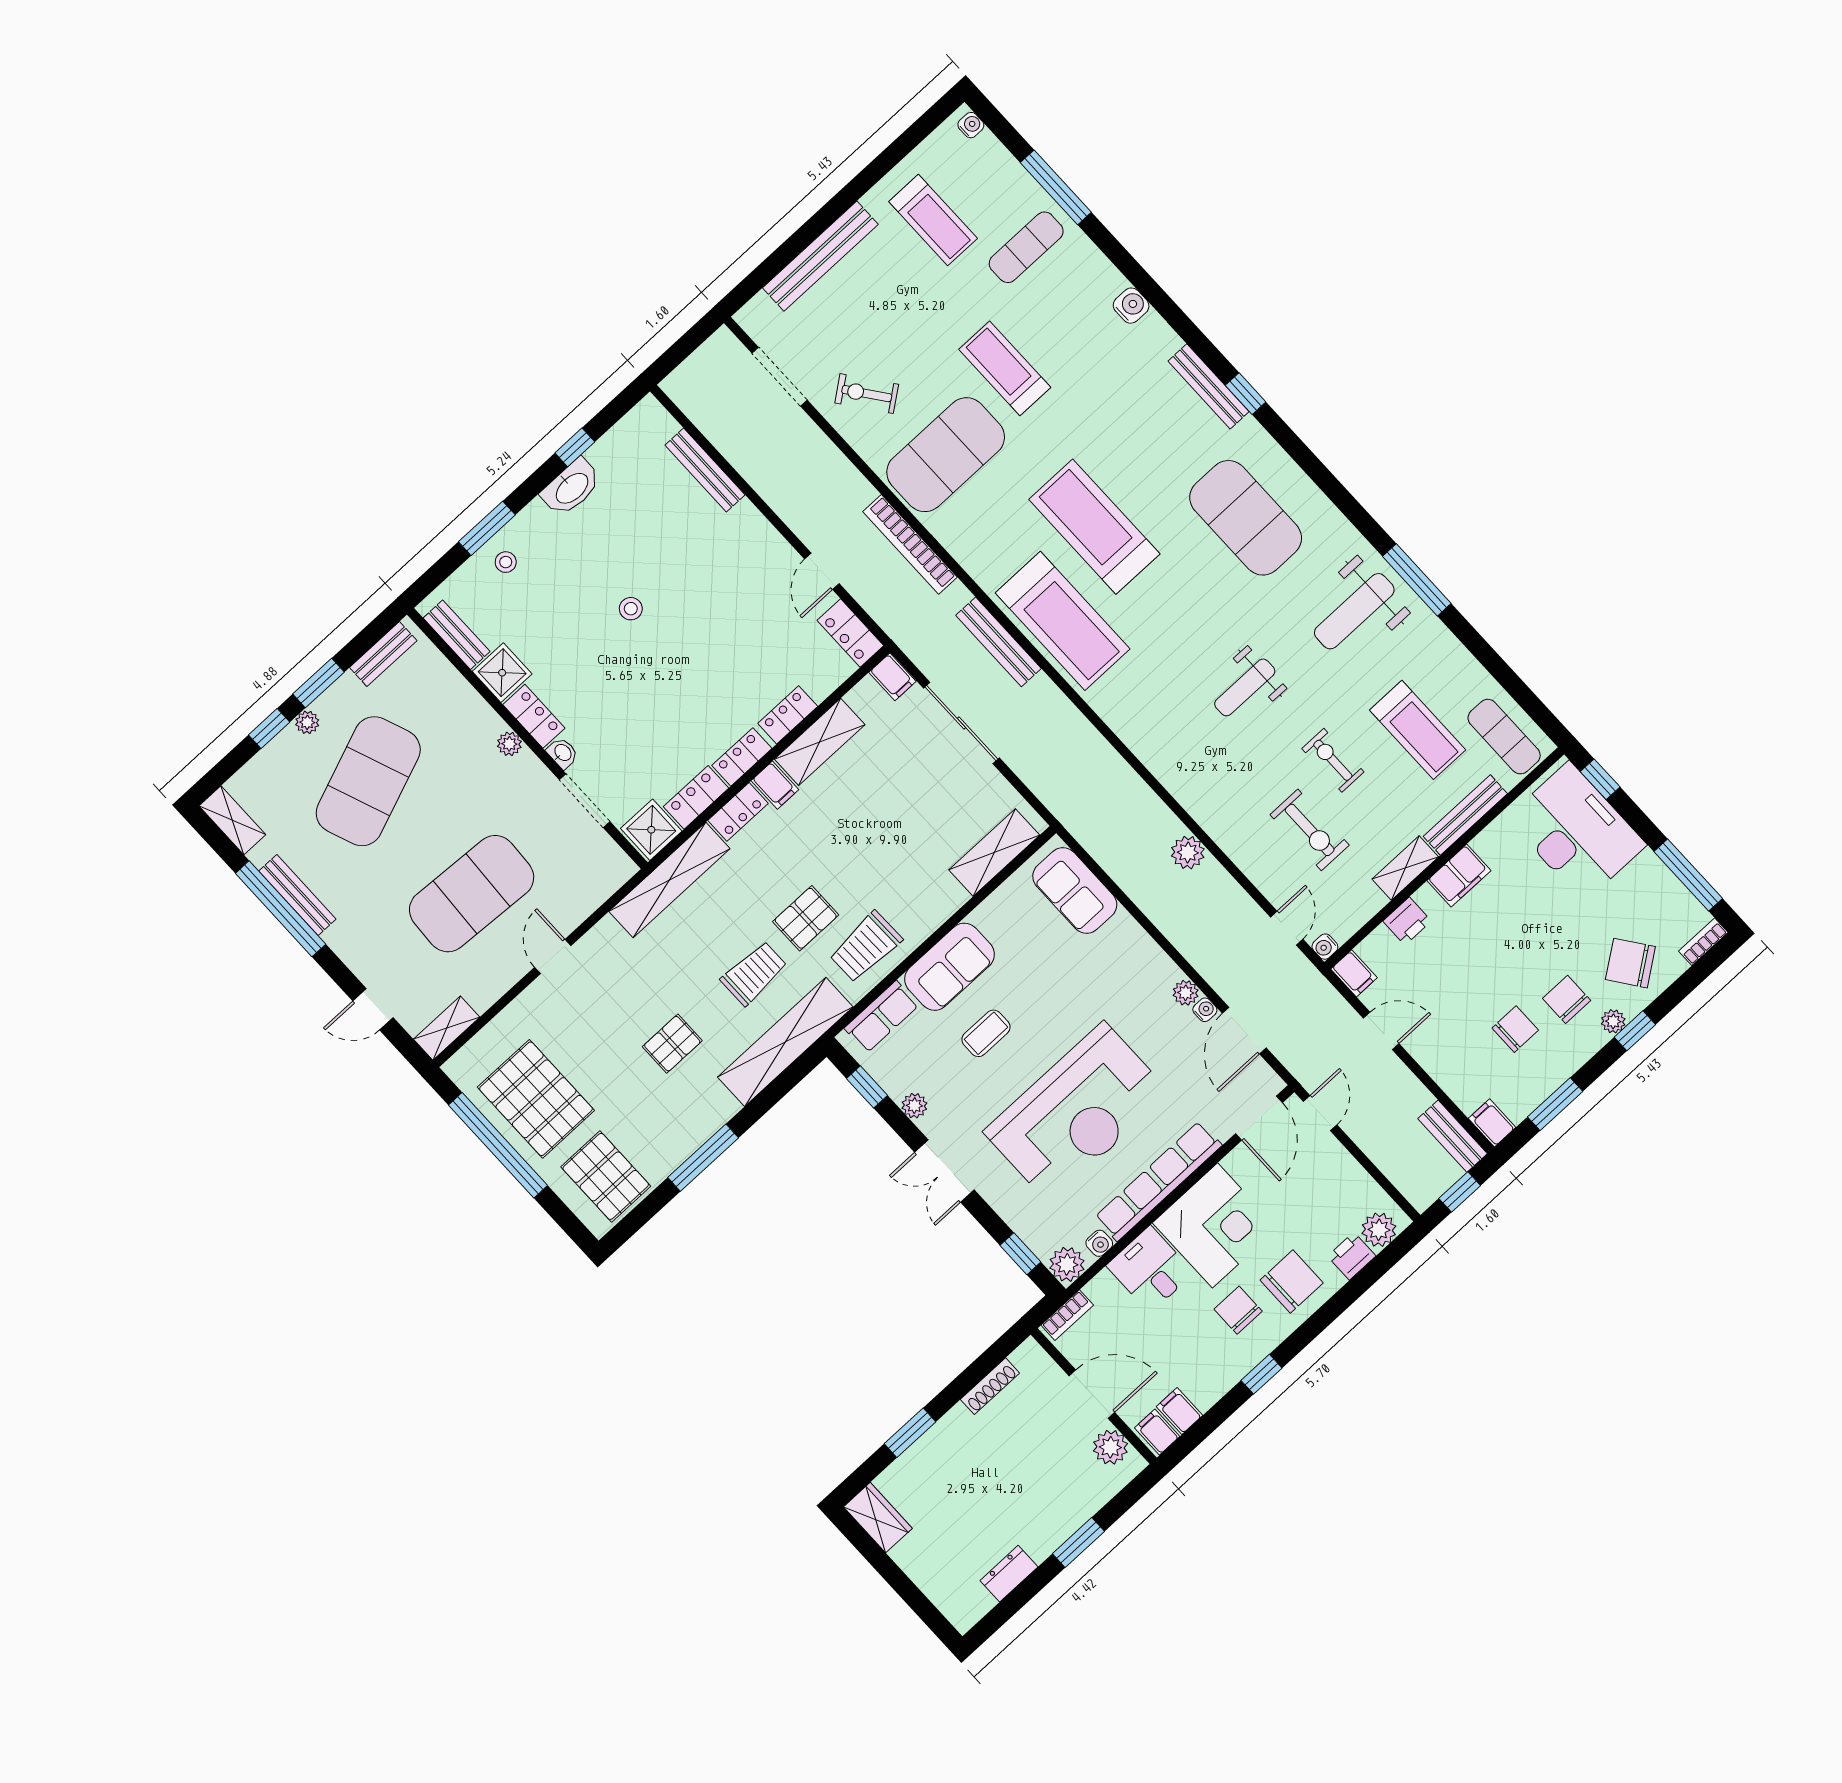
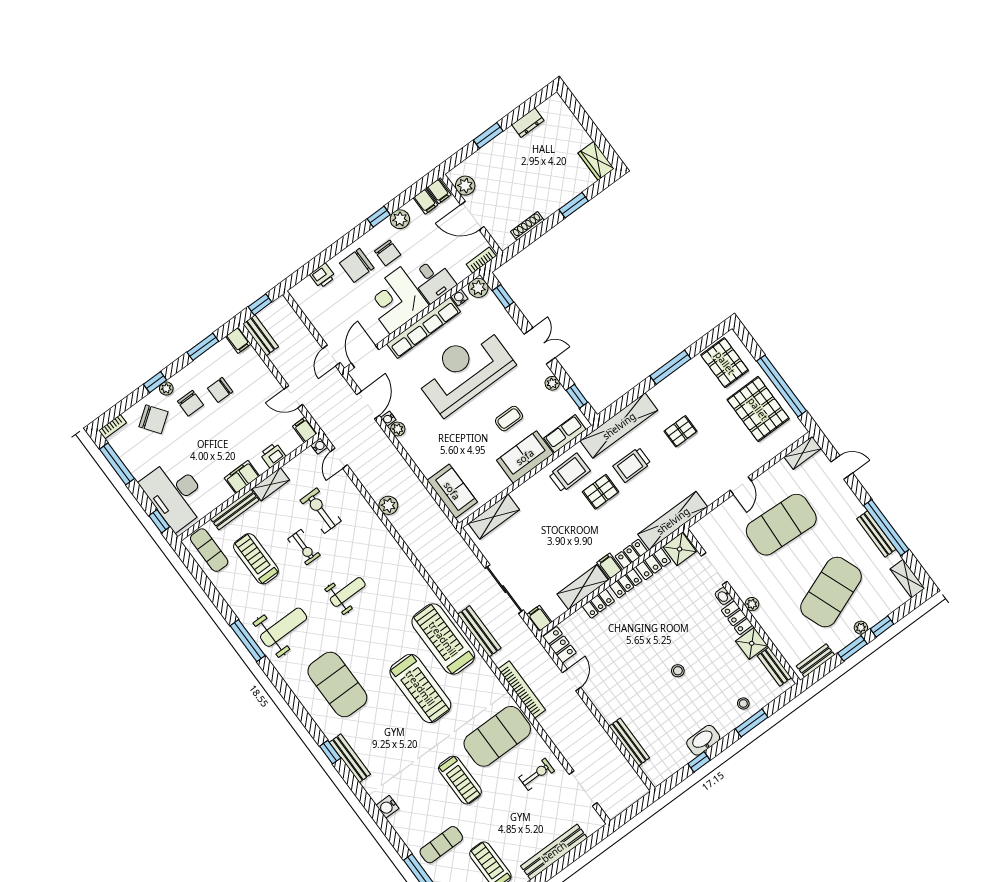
exercise bike: (867, 394) -> (537, 774), turned -53
plant: (1379, 1230) -> (400, 219), moved

